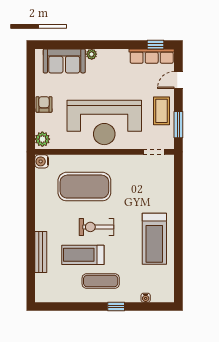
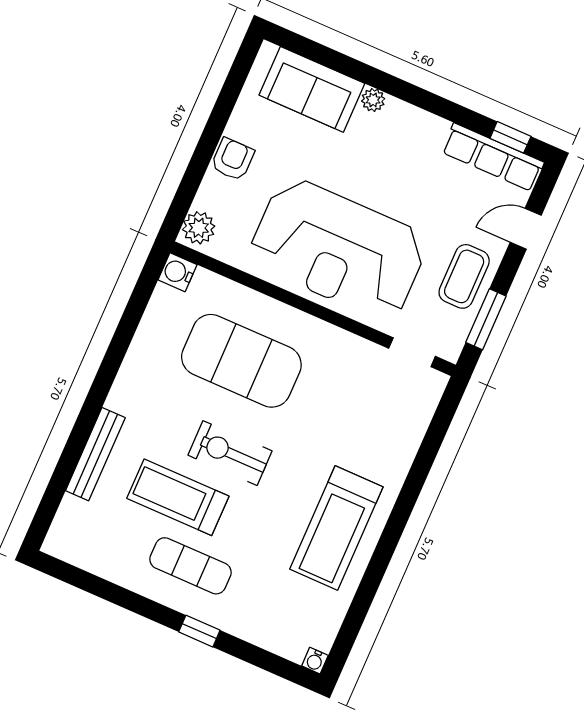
water cooler: (146, 298) -> (315, 661), moved

